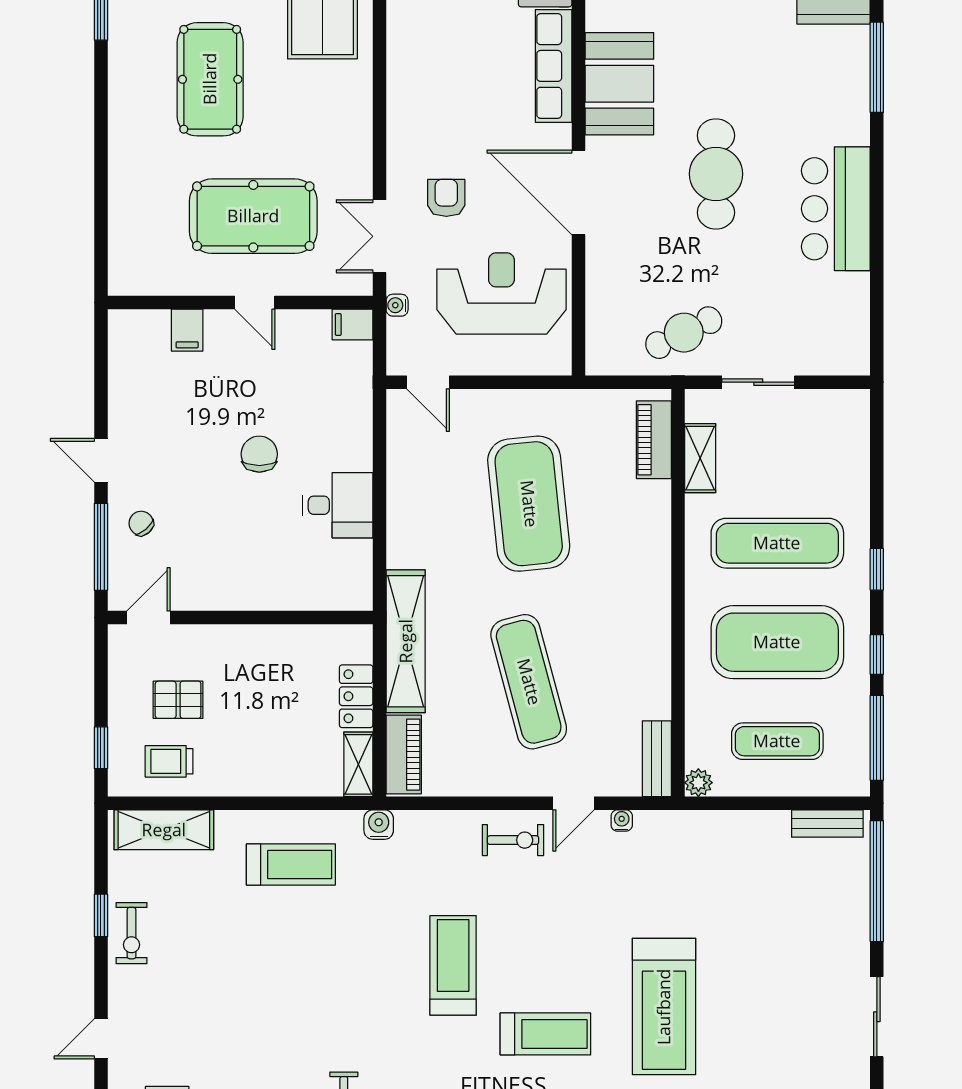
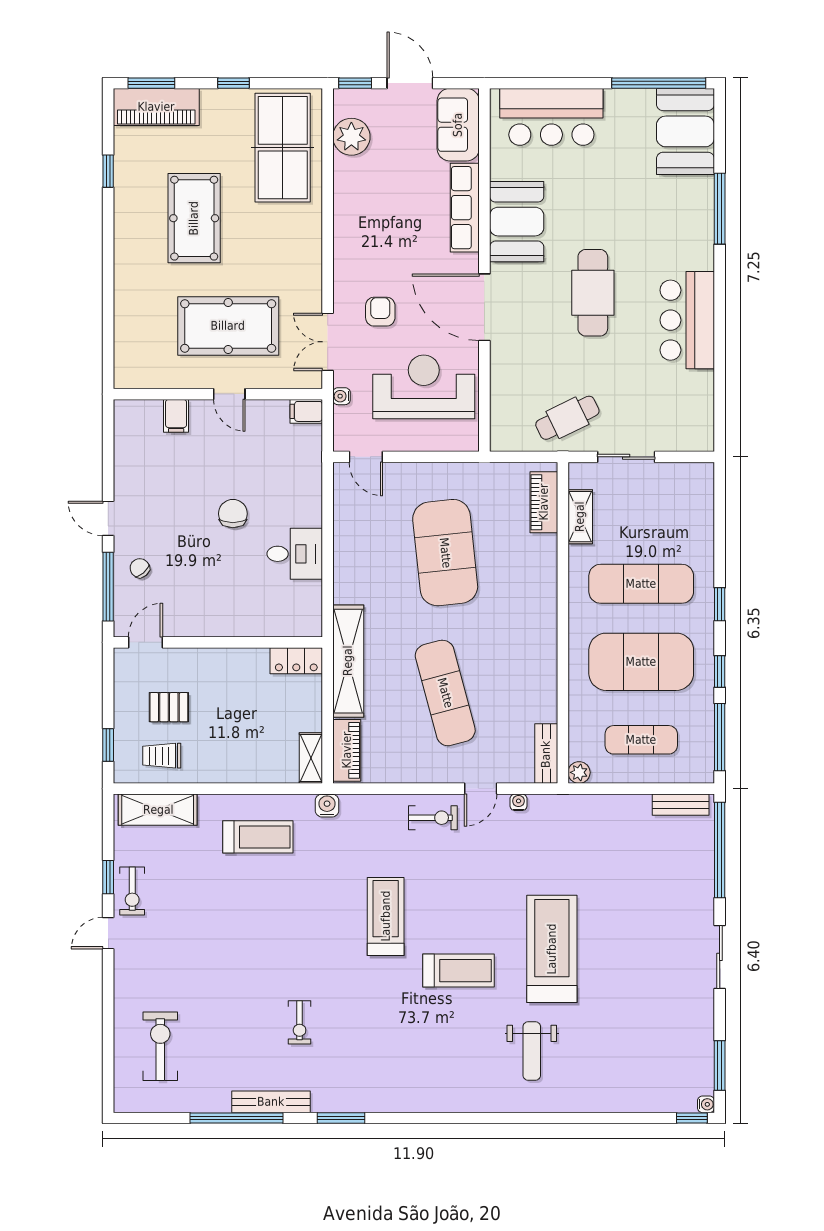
locker: (356, 696) -> (296, 661), moved, turned -90
treadmill: (664, 1007) -> (552, 949), turned 180
door: (101, 1039) -> (108, 933), moved

